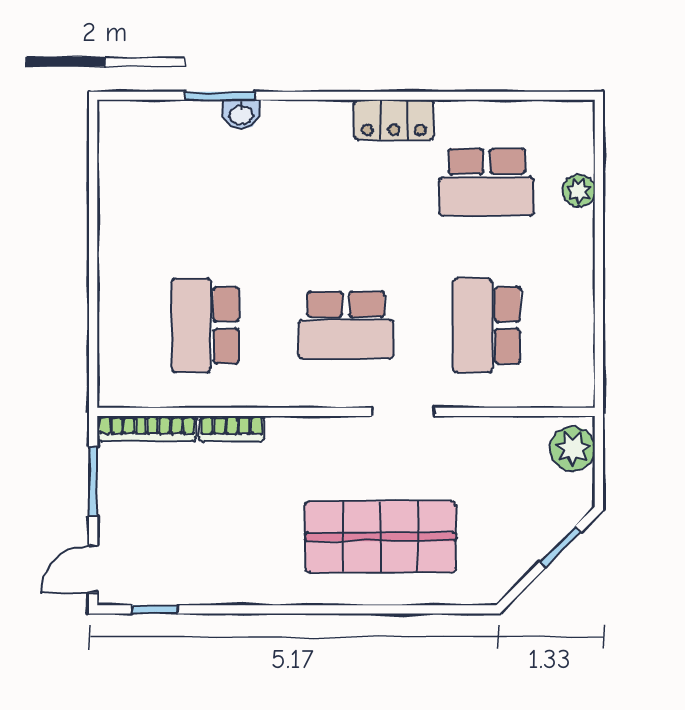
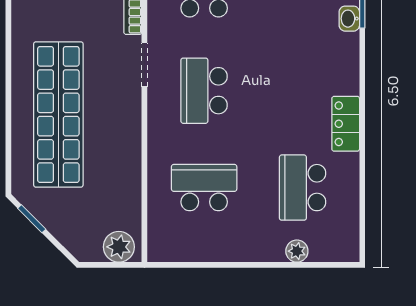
doorway: (403, 412) -> (144, 65), moved
shop shelf: (380, 537) -> (58, 114), width x1.40
window: (560, 547) -> (32, 219), moved

